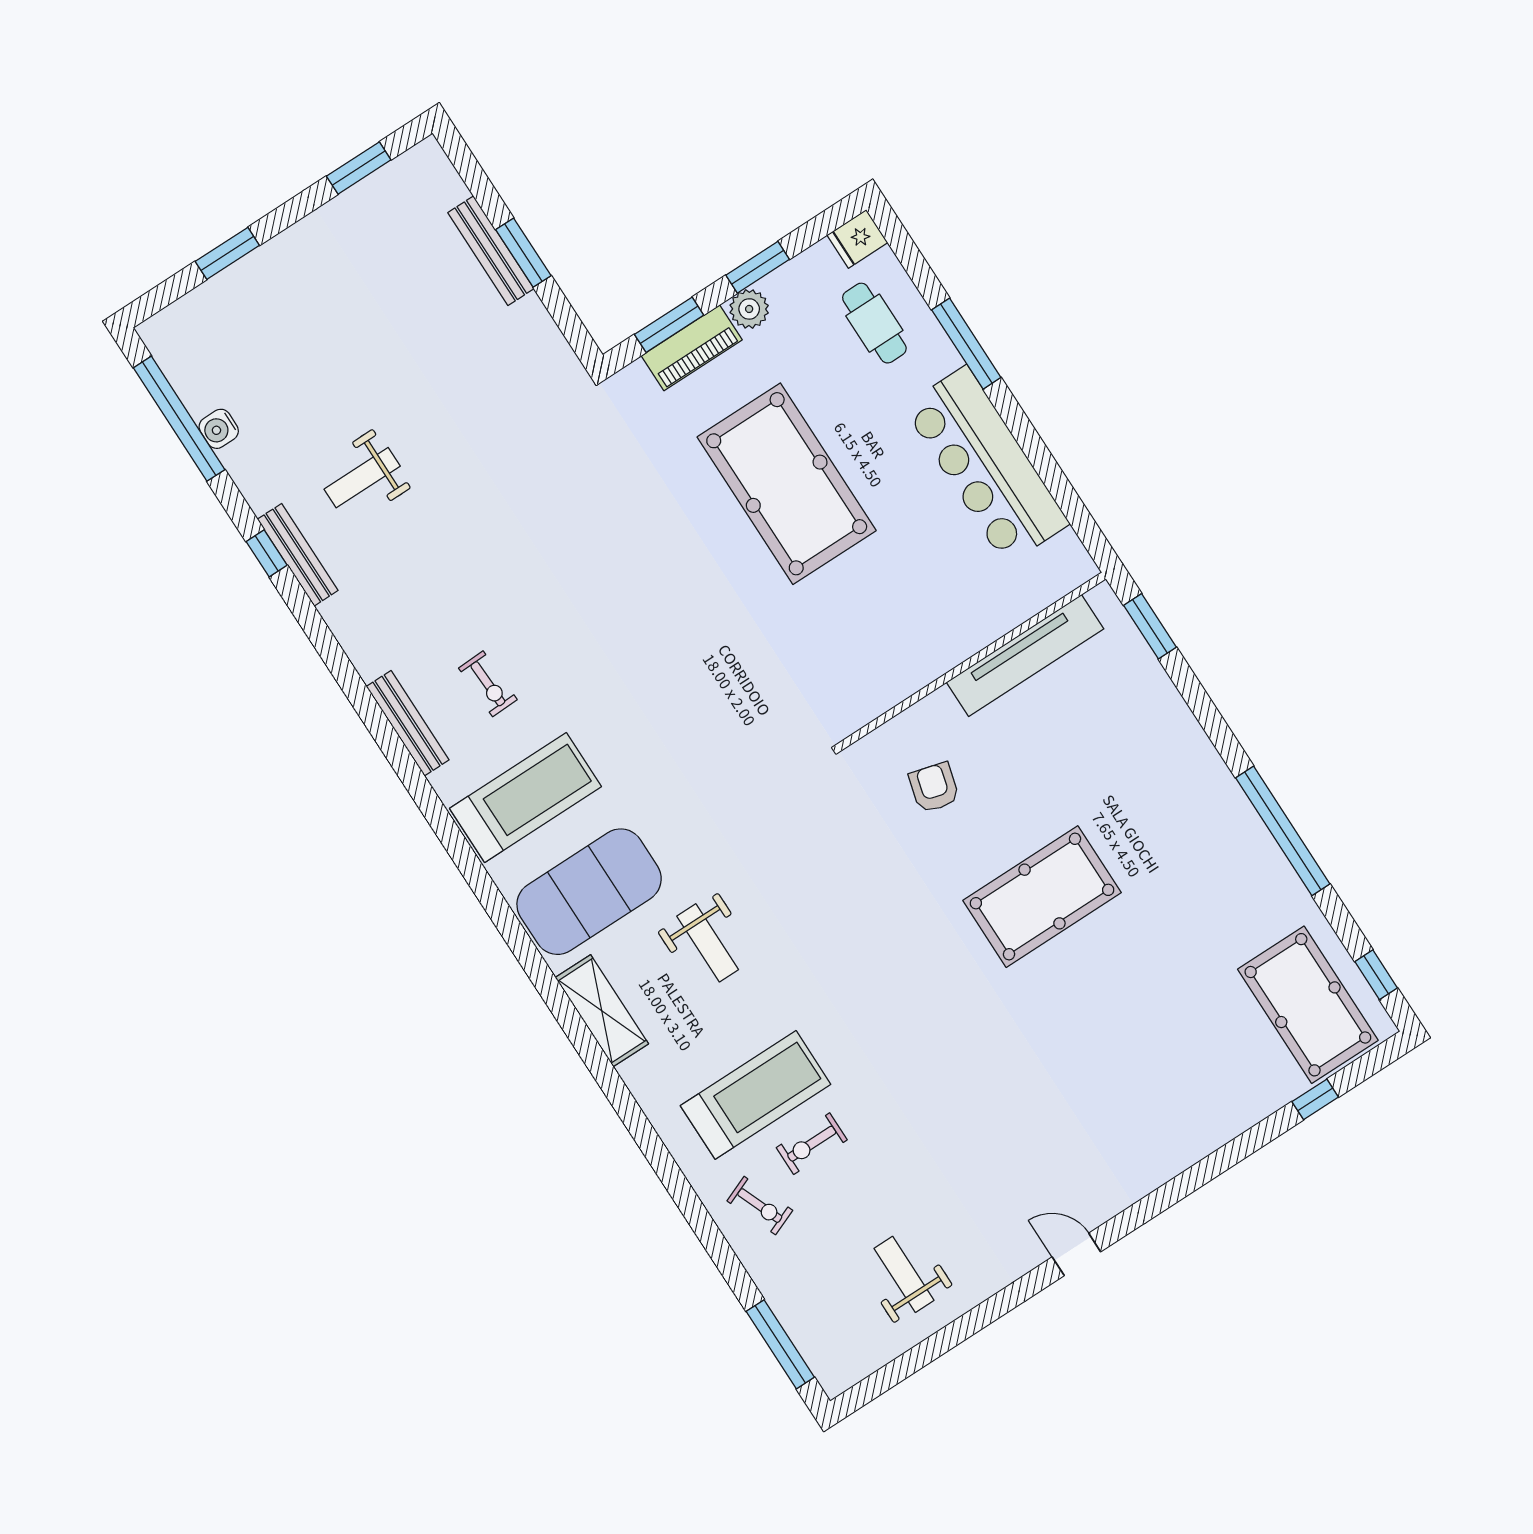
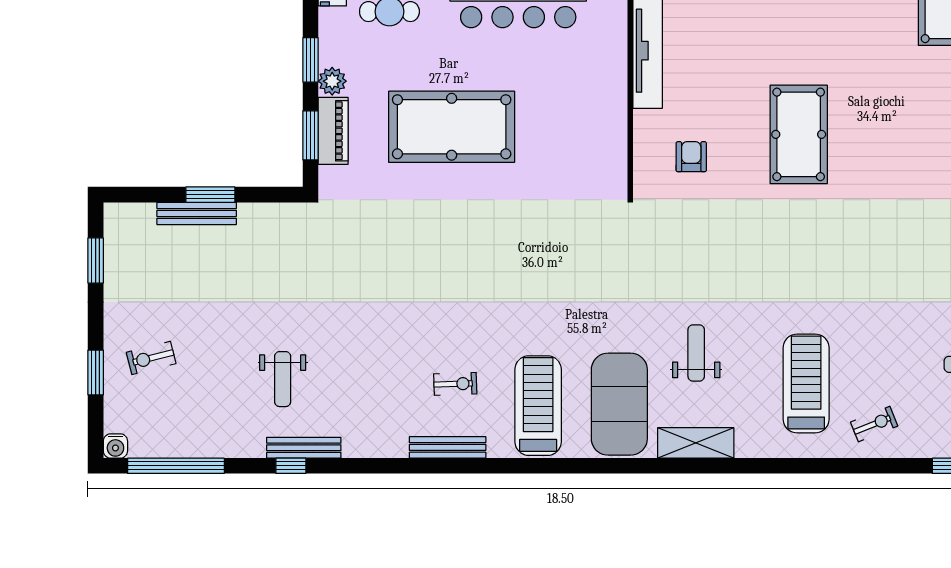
water cooler: (219, 429) -> (115, 446), moved
armchair: (934, 788) -> (691, 157), turned 75
weight bench: (708, 943) -> (696, 353), turned -90
exercise bike: (812, 1144) -> (151, 358), moved, turned 76

